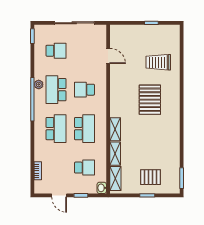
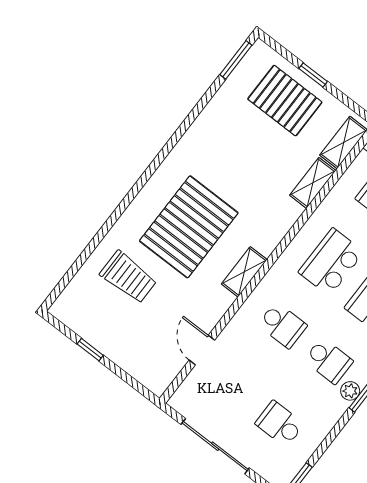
school desk: (56, 90) -> (328, 361), width x0.54
pallet: (150, 100) -> (189, 227), width x1.37, depth x1.41
shelving: (115, 129) -> (244, 272), moved
pallet: (151, 177) -> (285, 101), width x1.50, depth x1.42

